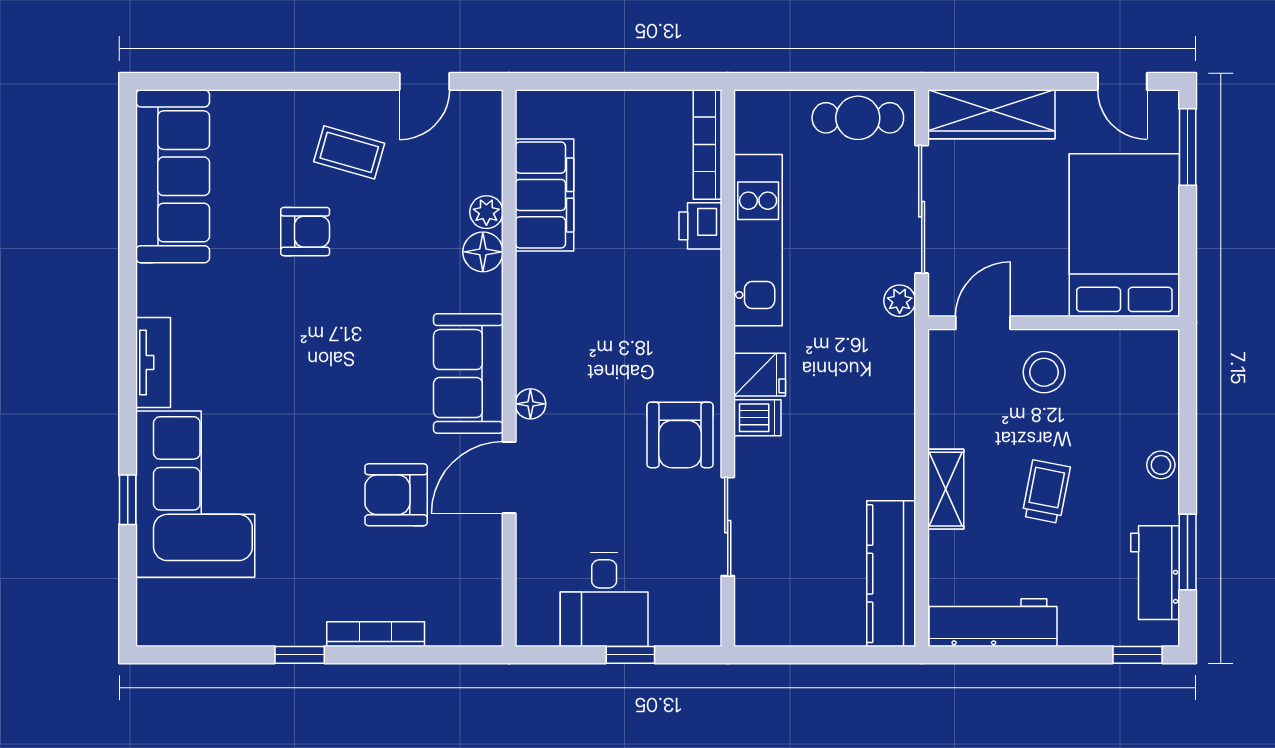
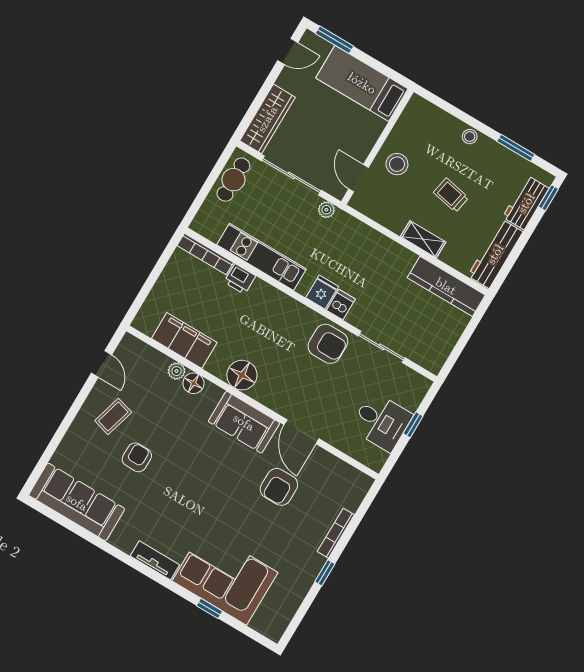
bed: (1124, 235) -> (362, 83), width x0.67
floor lamp: (530, 404) -> (242, 375), moved, width x1.89, depth x1.89
workbench: (1155, 573) -> (526, 203), moved, turned 90

